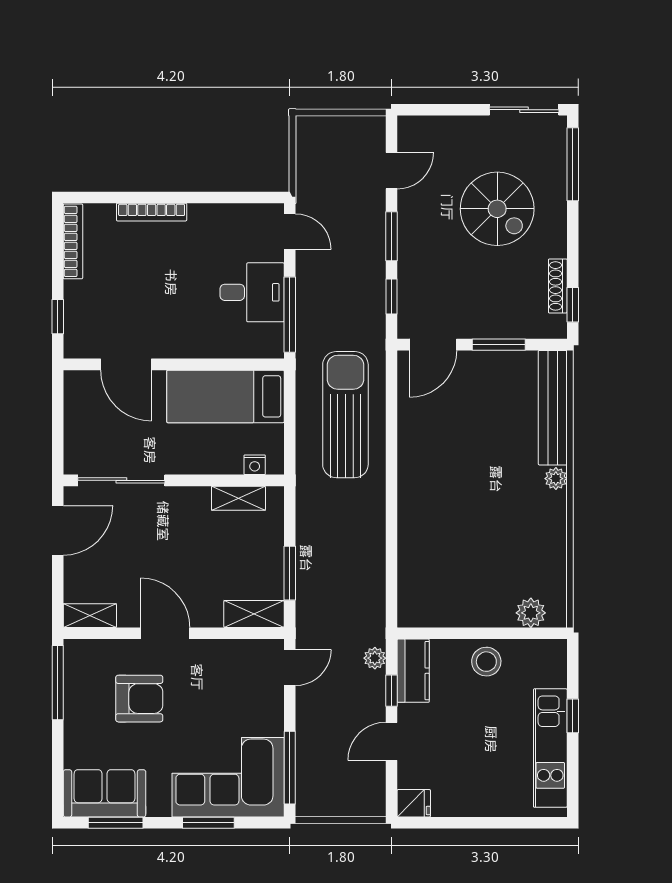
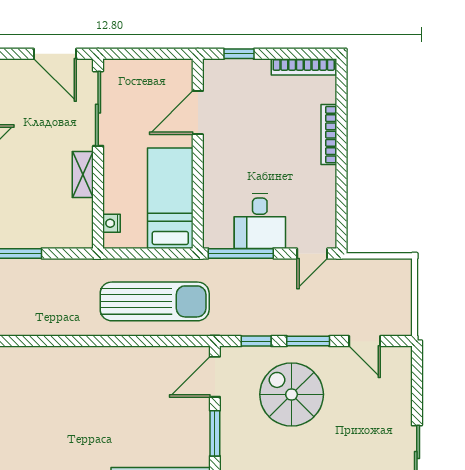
spiral stairs: (497, 209) -> (292, 394), moved, turned 90
door: (433, 345) -> (215, 377), hinge flipped
shelving: (238, 498) -> (83, 174), moved

